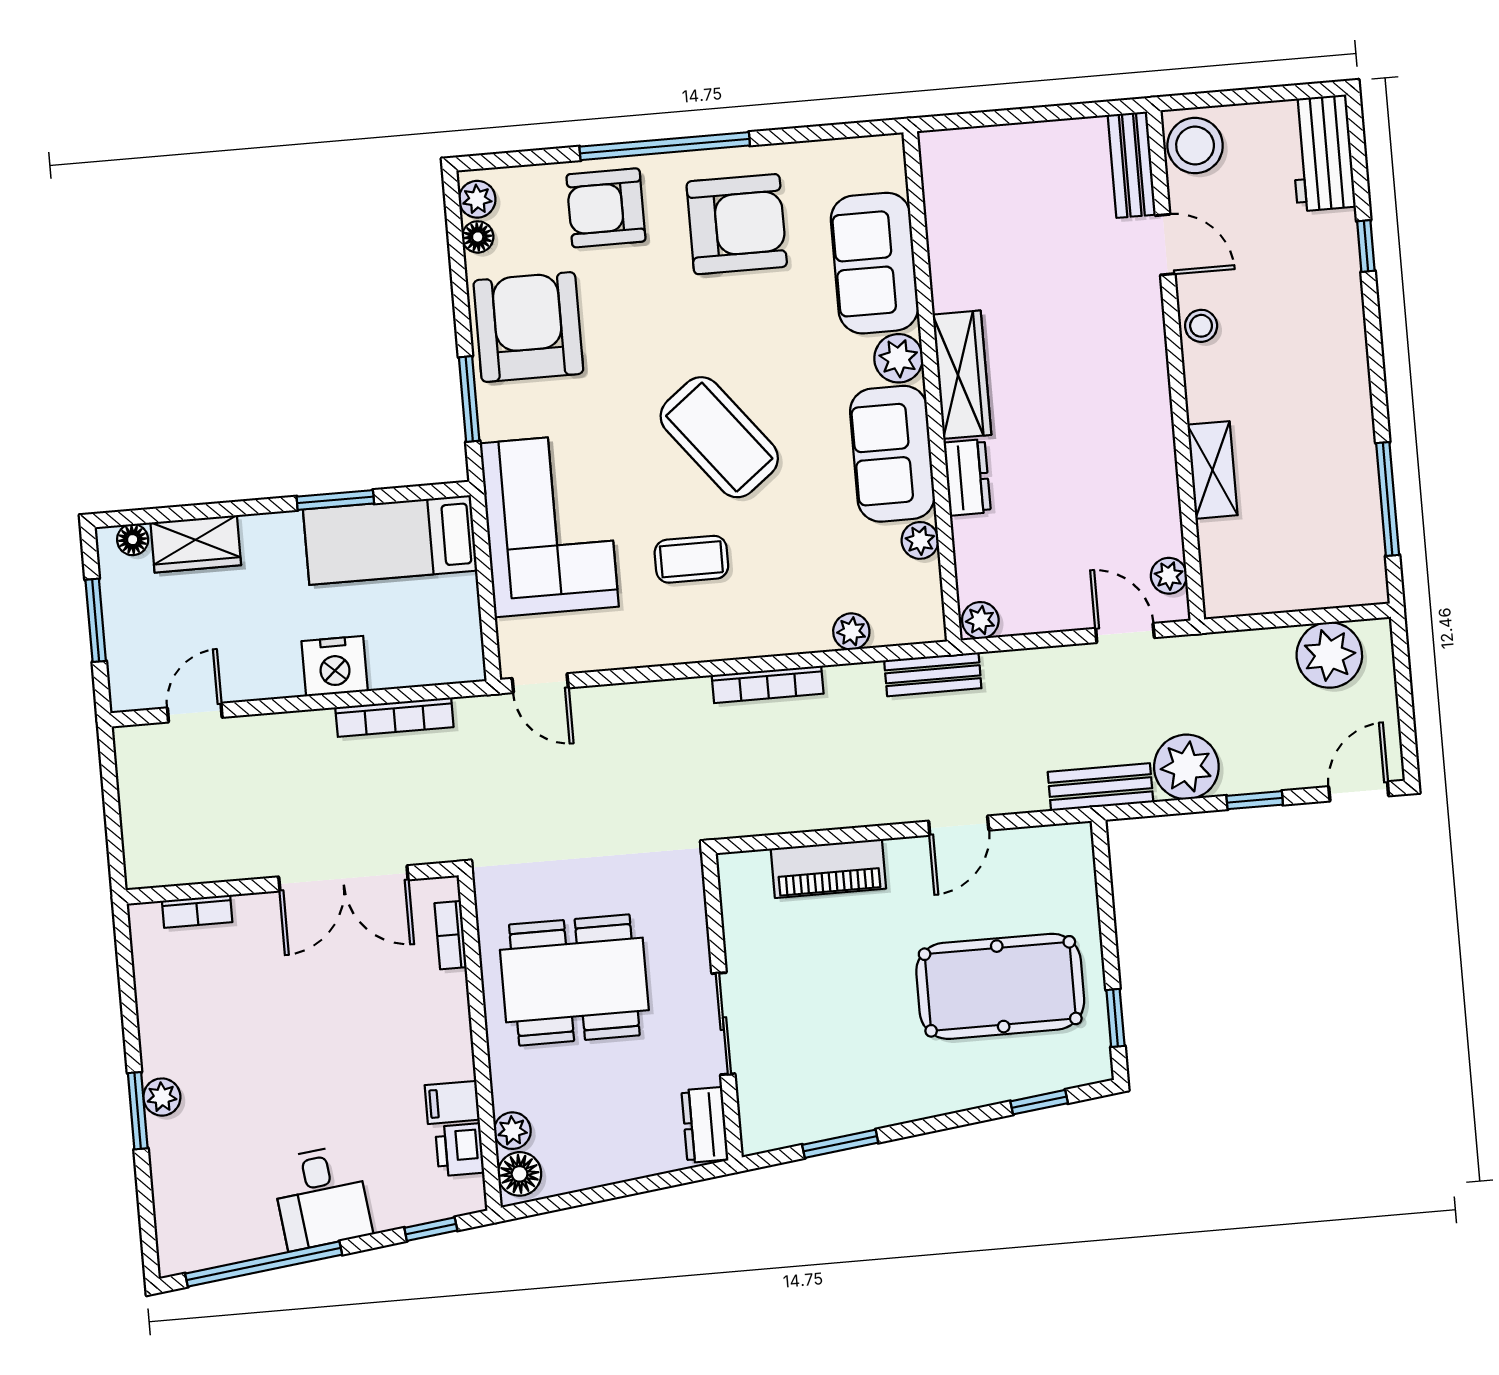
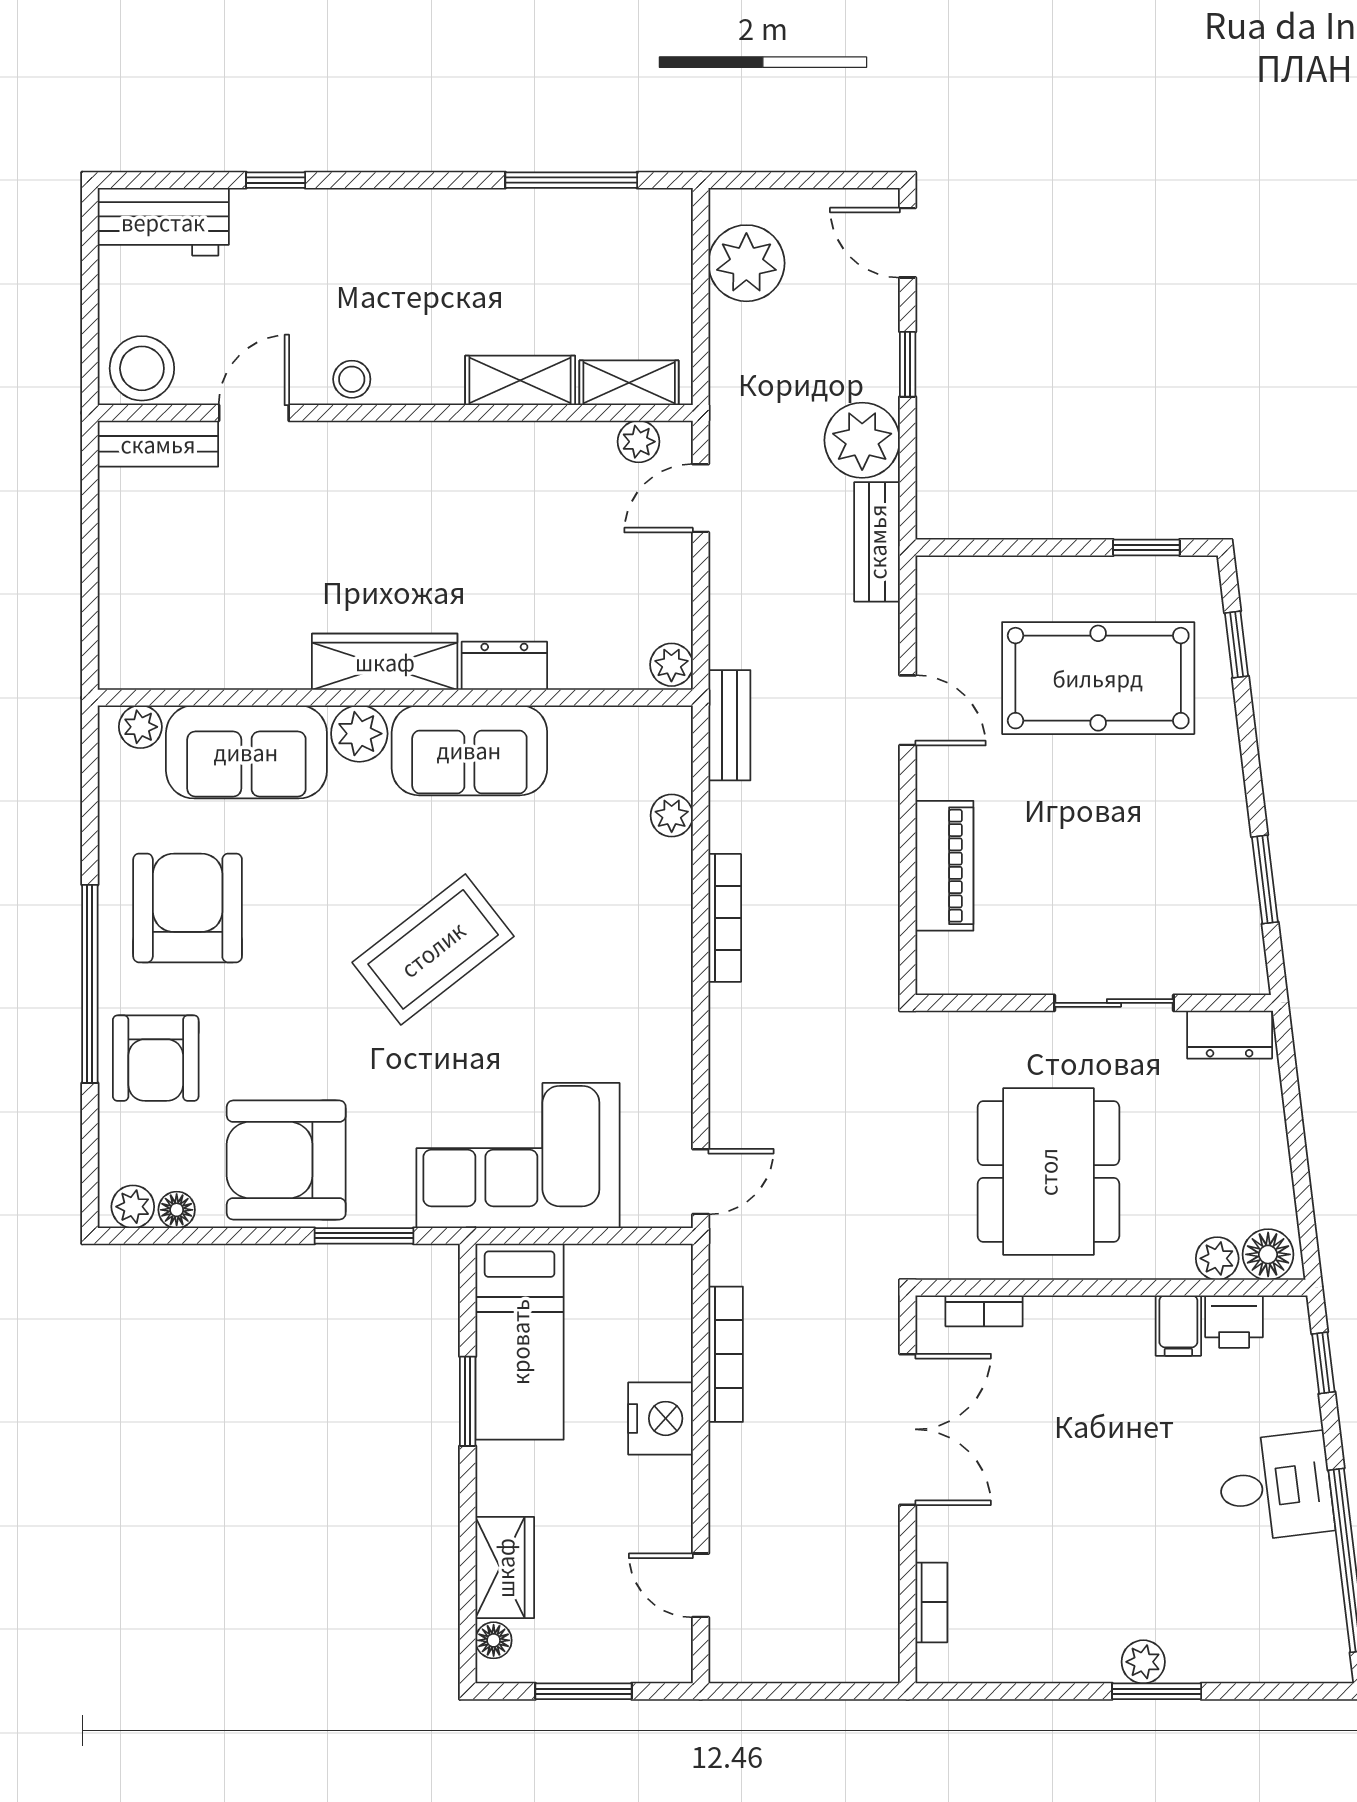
plant: (920, 540) -> (140, 727), moved
coffee table: (691, 559) -> (572, 994), removed
shelving: (1218, 563) -> (629, 383), added
pool table: (1000, 986) -> (1098, 678), turned 90

